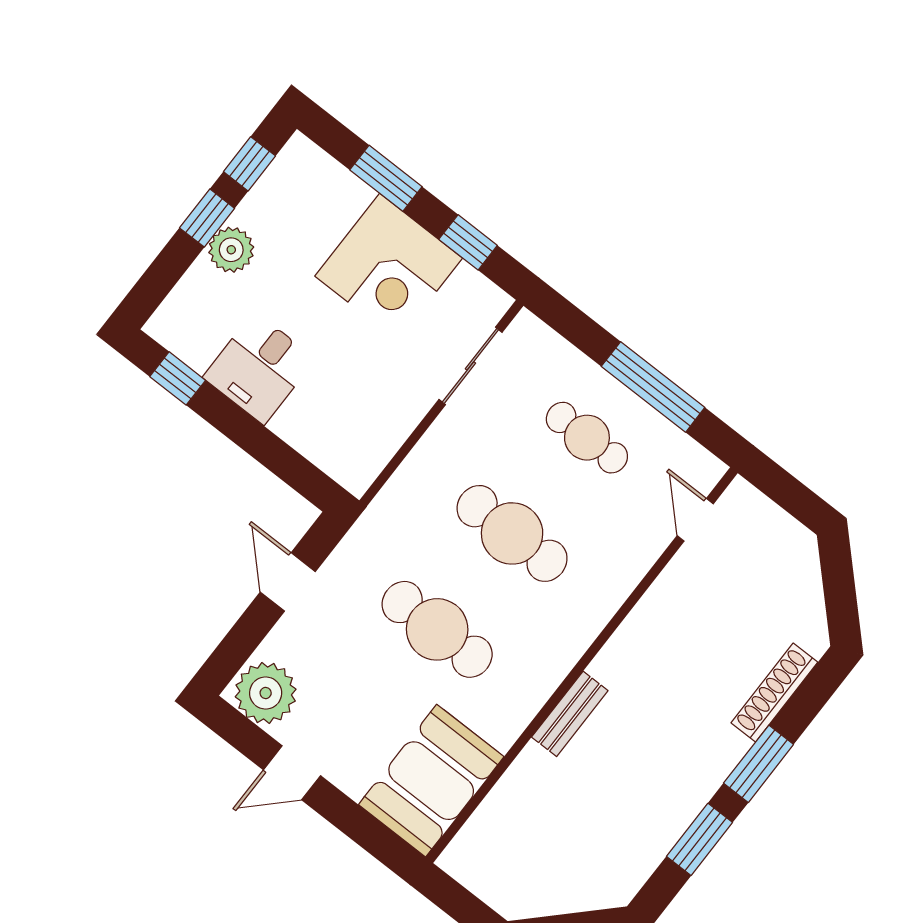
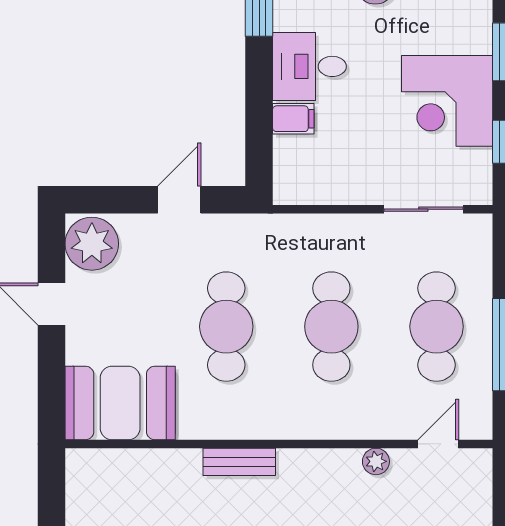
filing cabinet: (295, 420) -> (293, 119), added
cafe table: (587, 438) -> (437, 327), width x1.37, depth x1.35
plant: (667, 589) -> (376, 461), added

